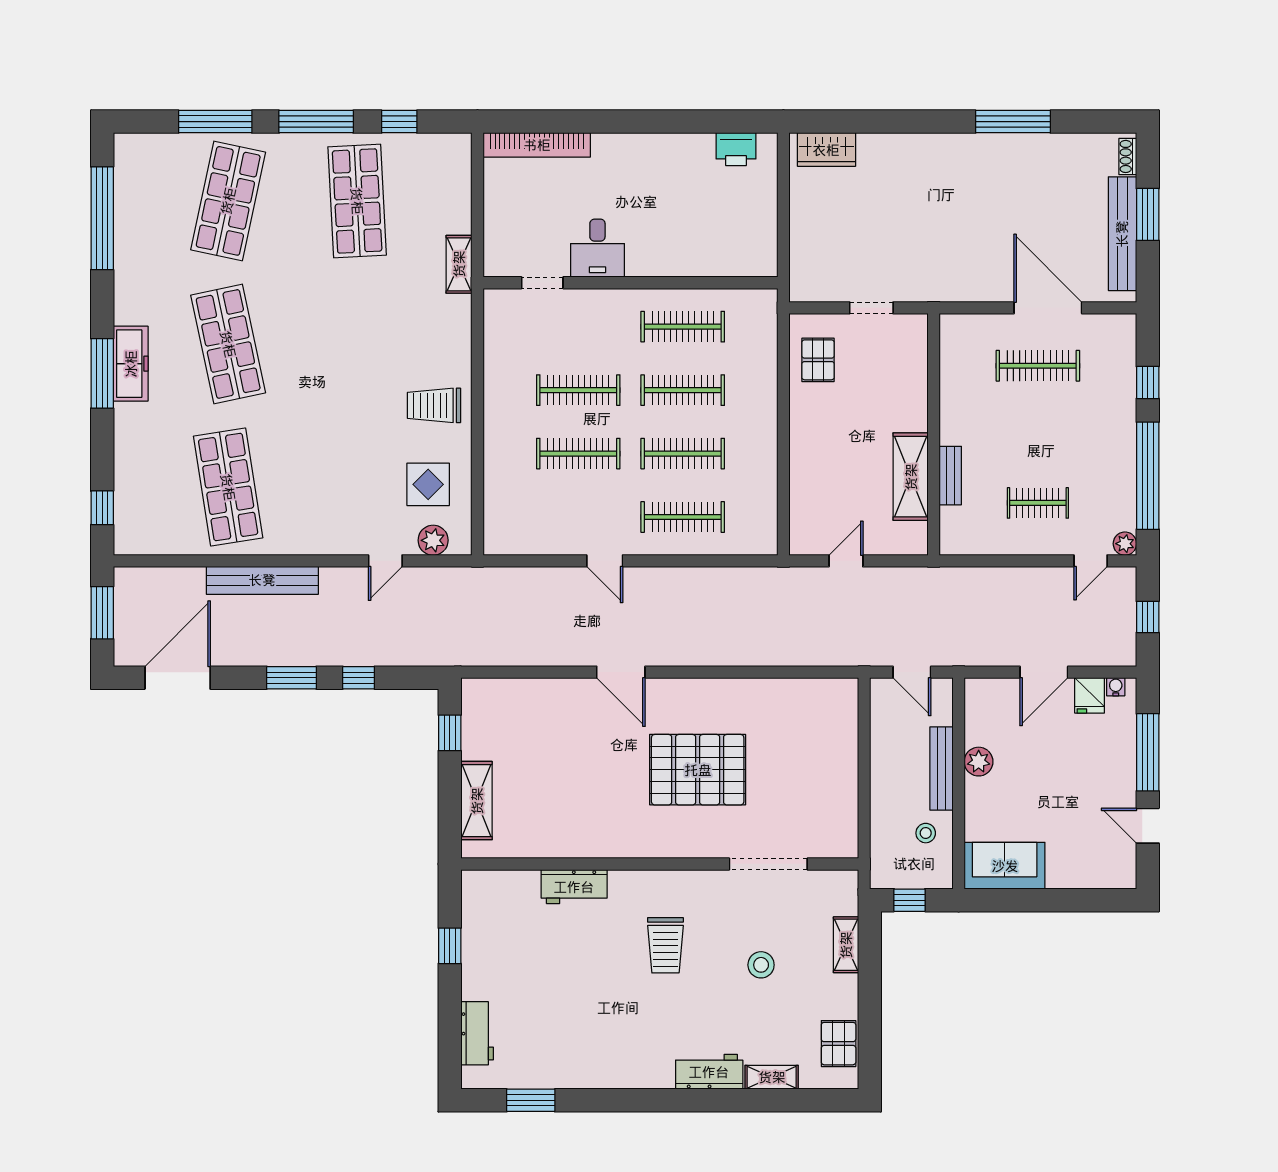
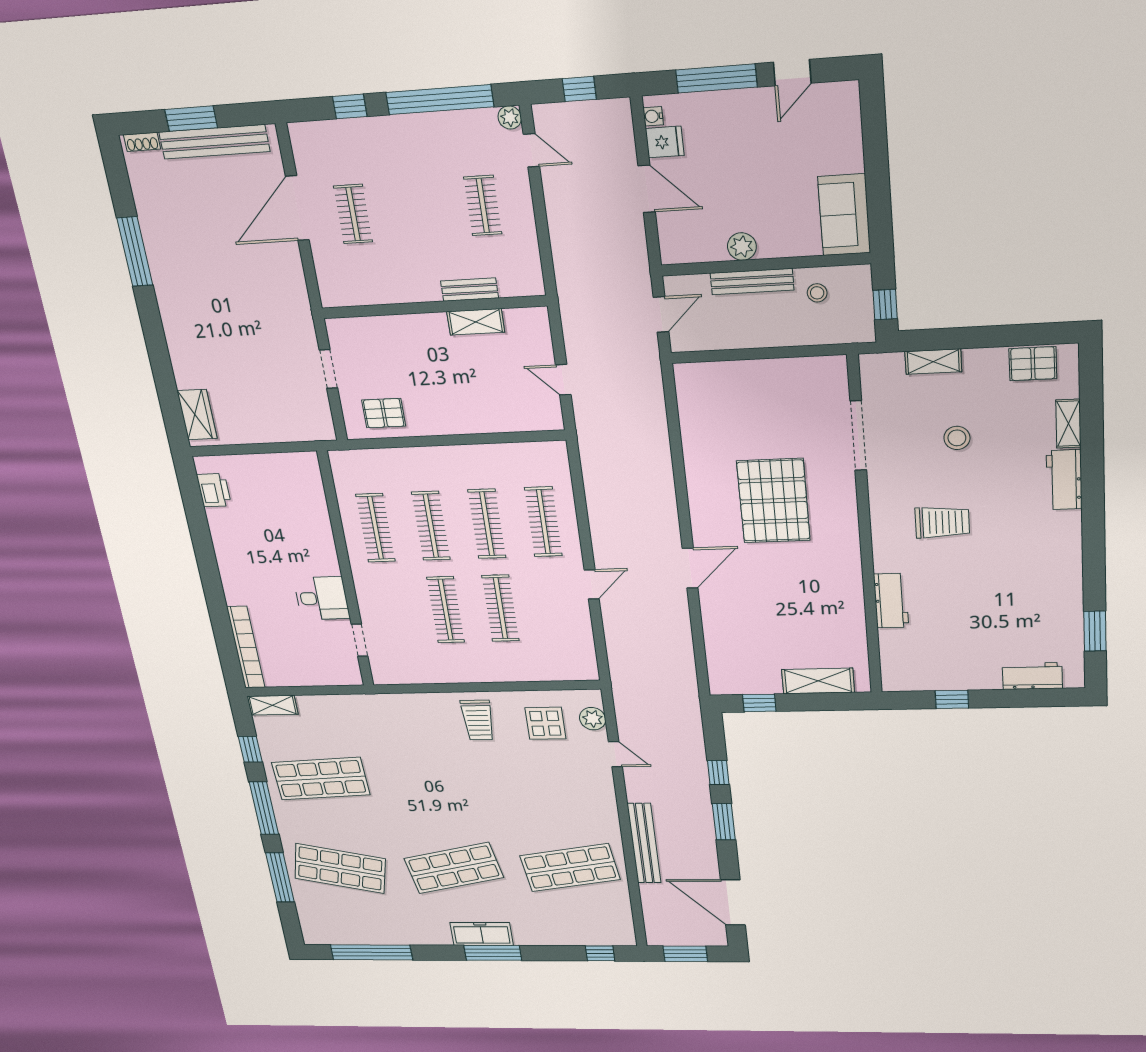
shelving: (459, 264) -> (273, 705), moved
clothes rail: (1038, 366) -> (353, 214), width x0.73
shelving: (911, 477) -> (476, 322), width x0.67, depth x0.75

